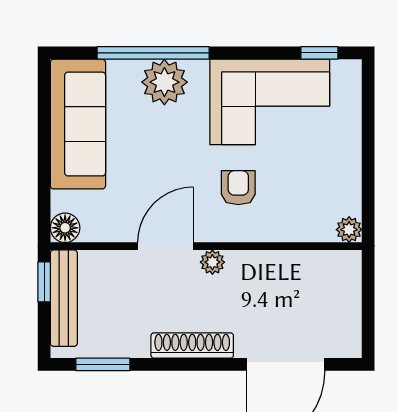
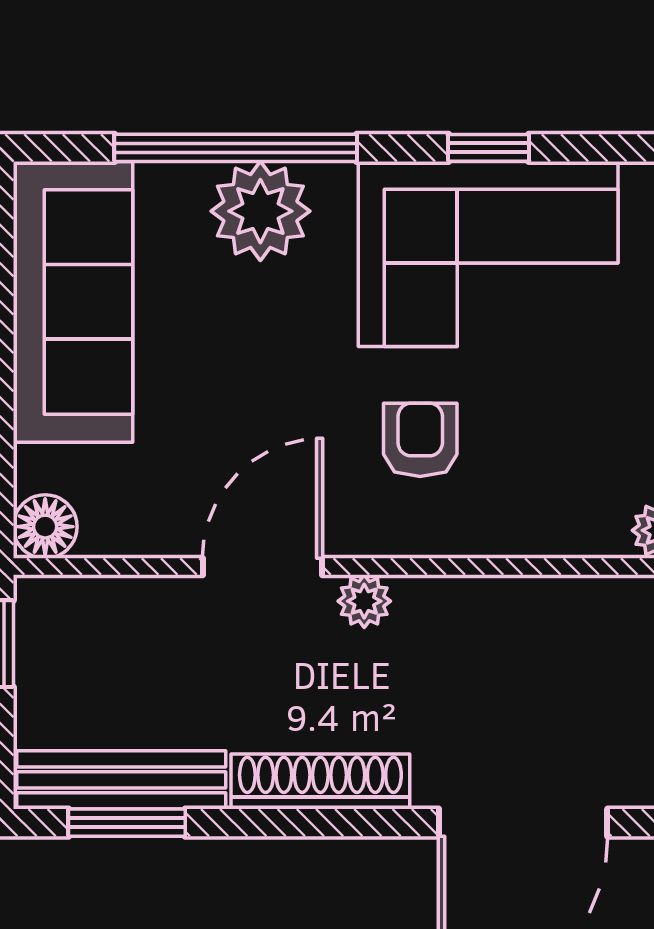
window: (319, 53) -> (489, 148), moved
bench: (64, 298) -> (121, 780), moved, turned 90

